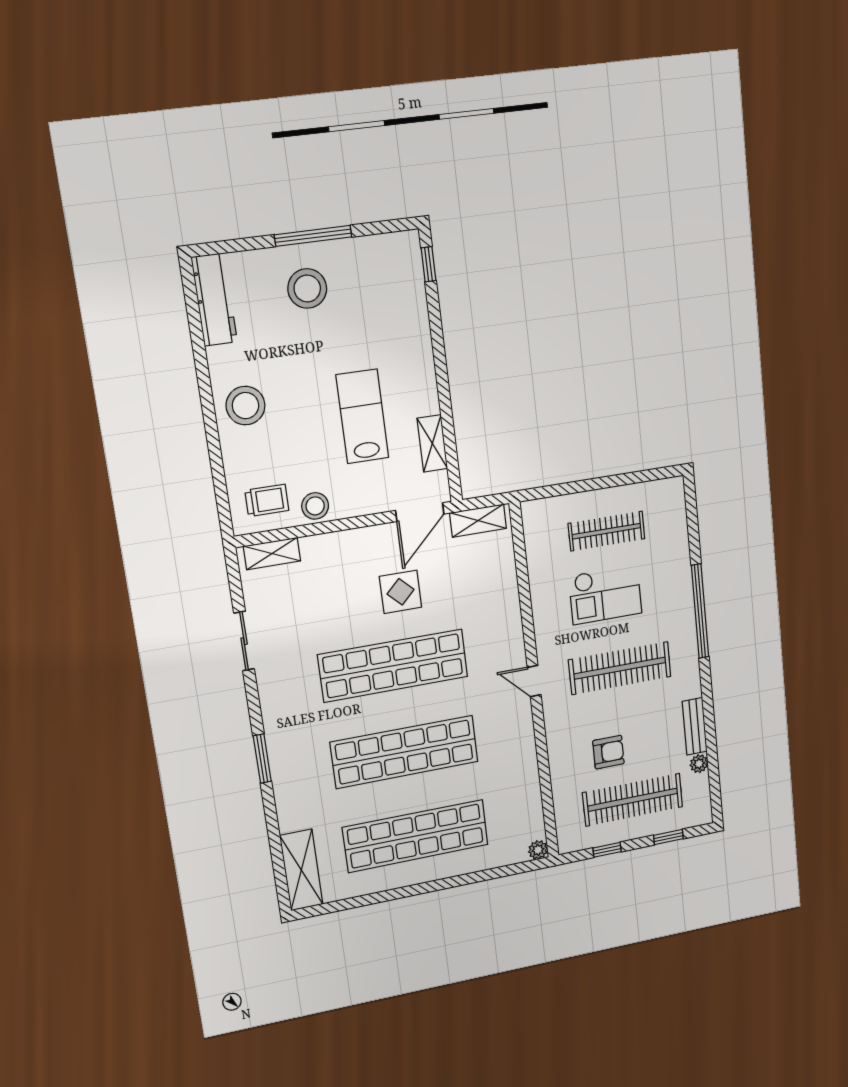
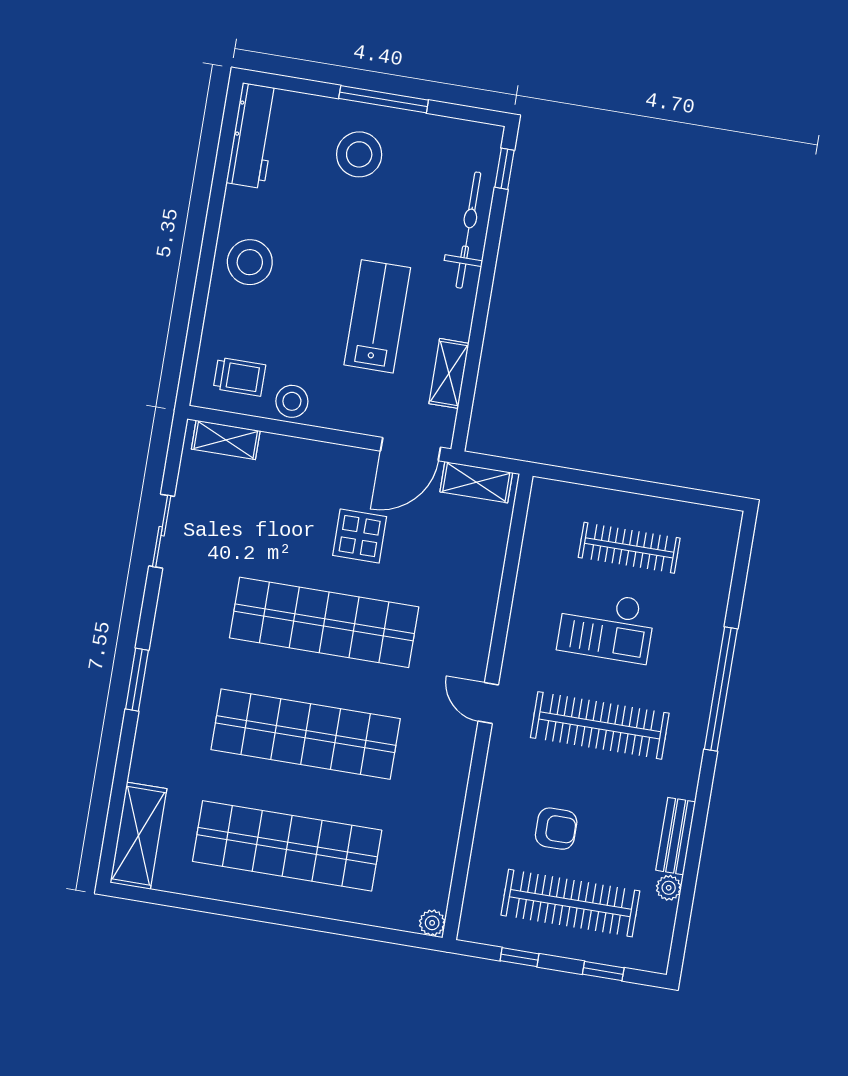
bicycle: (414, 324) -> (468, 230), added

